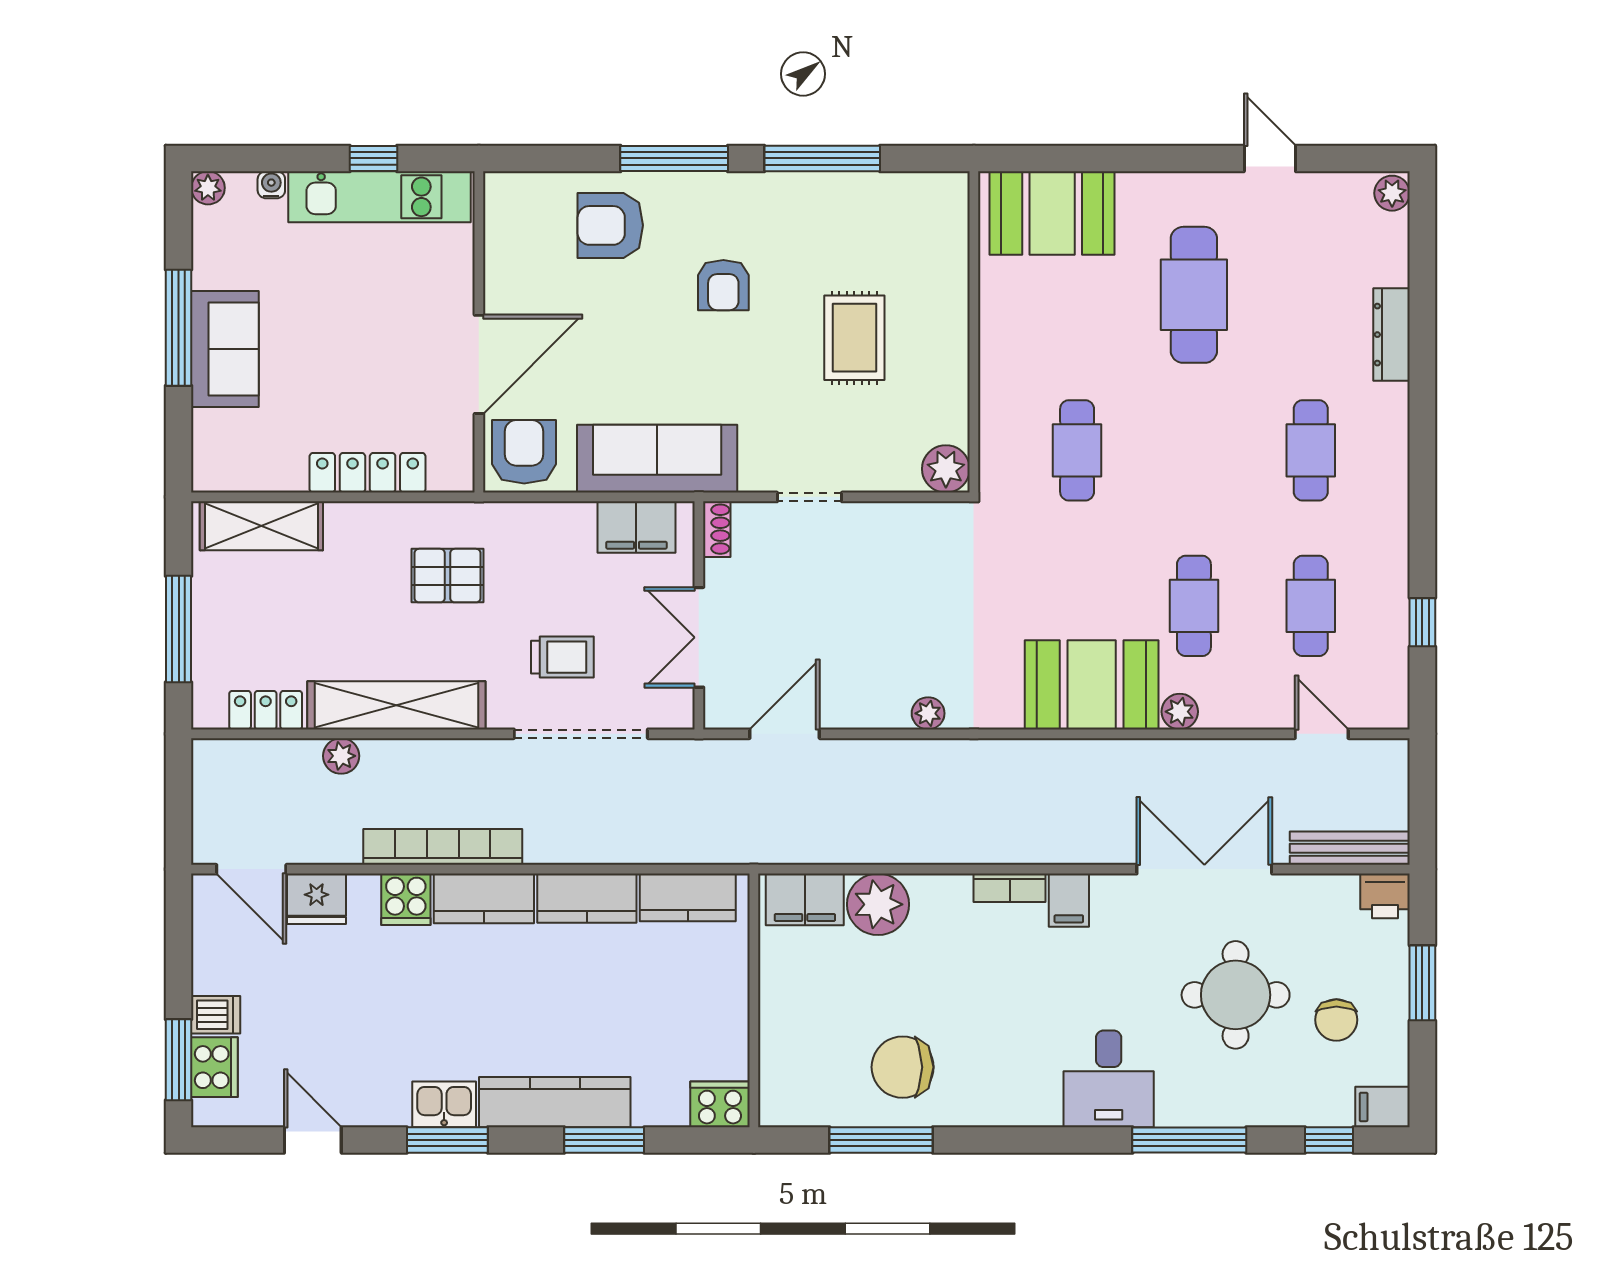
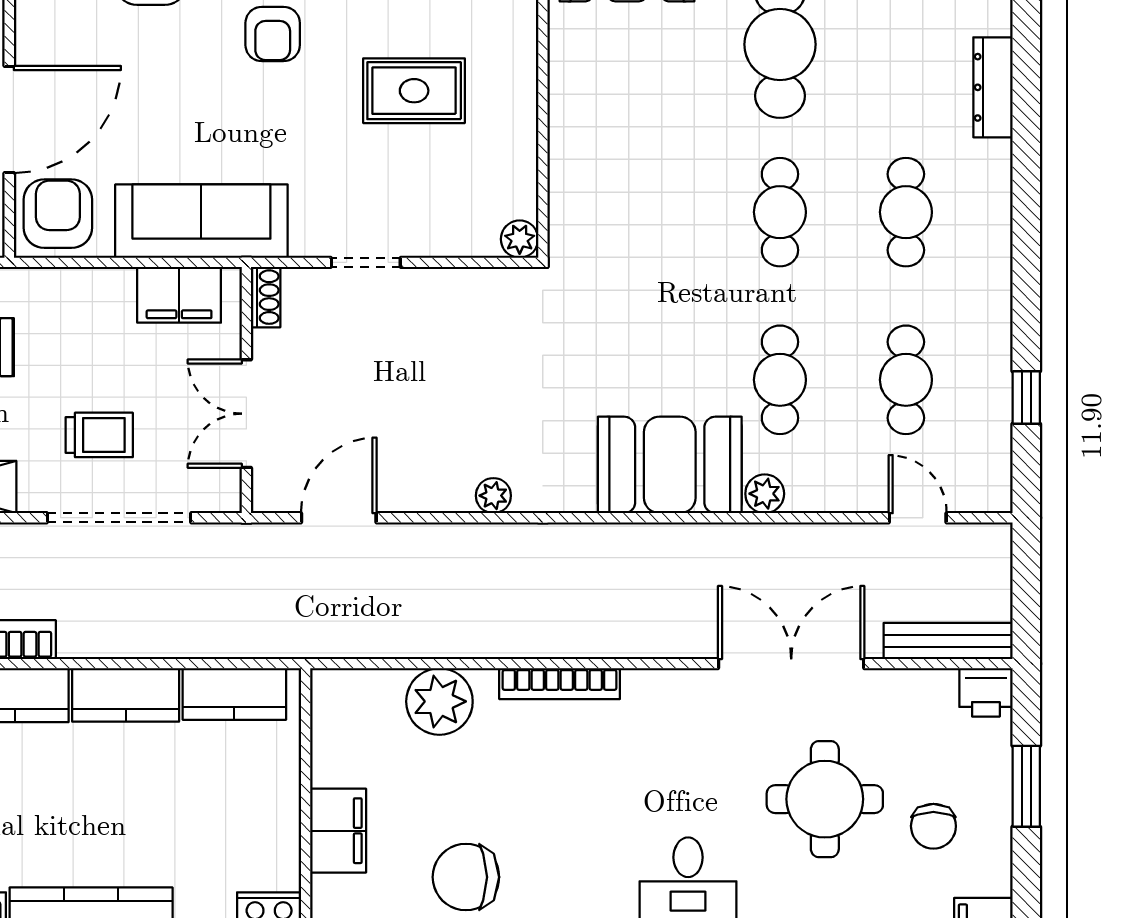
rug: (854, 338) -> (414, 91), turned 90
cafe table: (1077, 450) -> (780, 212), moved
plant: (946, 469) -> (520, 239), width x0.73, depth x0.73
bookcase: (1010, 888) -> (560, 684), width x1.56
filing cabinet: (805, 899) -> (338, 831), moved, turned -90
filing cabinet: (1069, 900) -> (645, 697), removed

